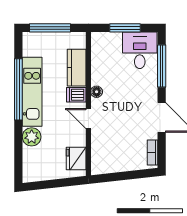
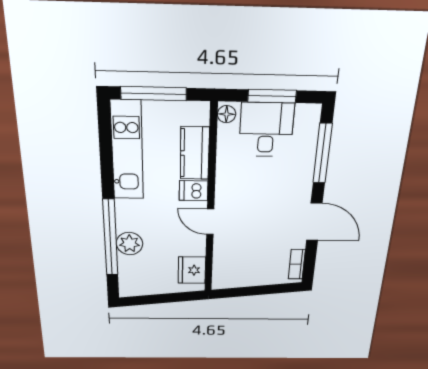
desk: (140, 50) -> (266, 130), moved
window: (18, 89) -> (110, 238), moved
kitchen unit: (32, 92) -> (127, 151), moved
floor lamp: (97, 92) -> (227, 114), moved

